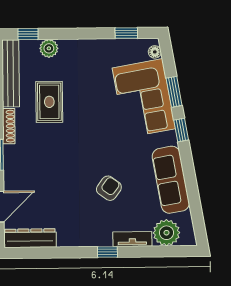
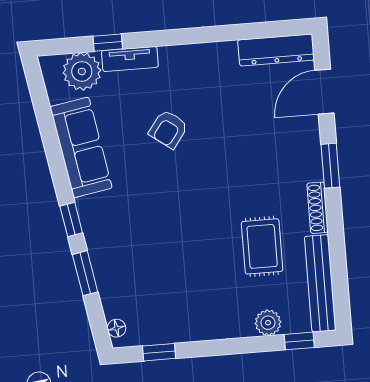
corner sofa: (144, 98) -> (127, 261), removed
window: (107, 252) -> (108, 43), moved

